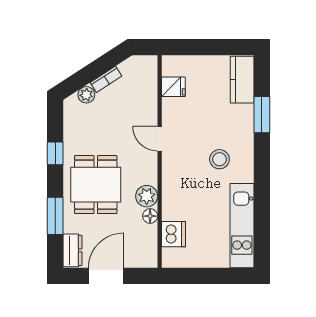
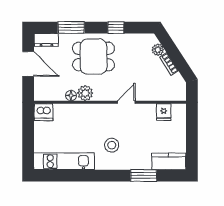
dishwasher: (173, 234) -> (44, 112), moved

